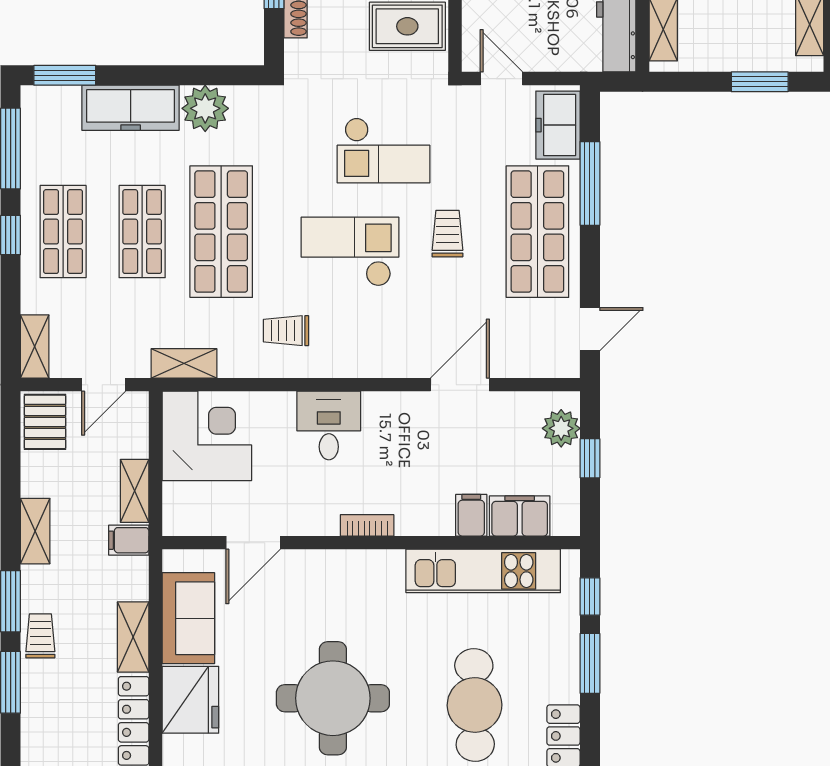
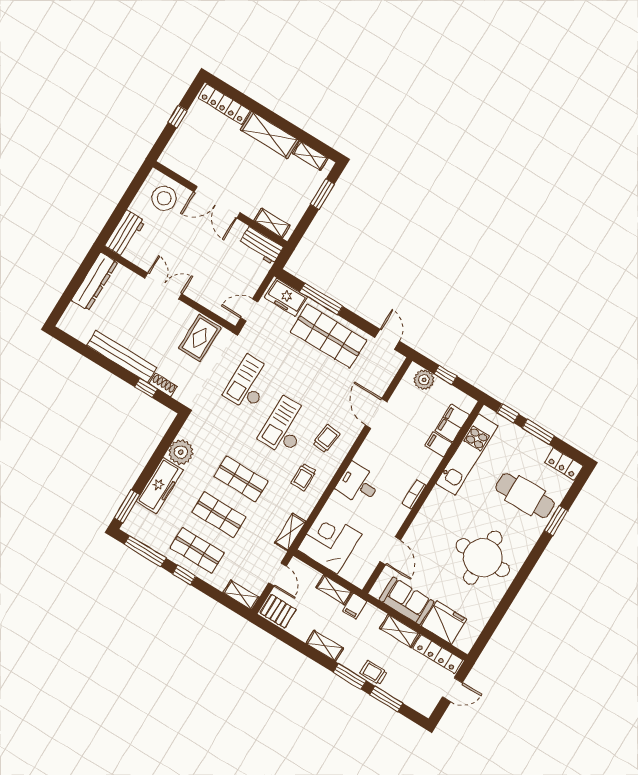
checkout: (384, 150) -> (249, 383), turned 180
shop shelf: (221, 232) -> (241, 479), width x0.70, depth x0.74
trolley: (448, 234) -> (326, 439), moved, turned 97

